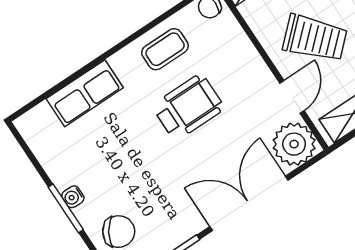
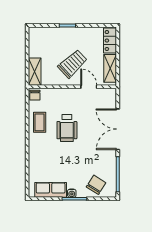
row of seats: (85, 93) -> (51, 190), moved, turned -90
wheelchair: (188, 107) -> (67, 128), turned 180
plant: (294, 144) -> (107, 98), removed

